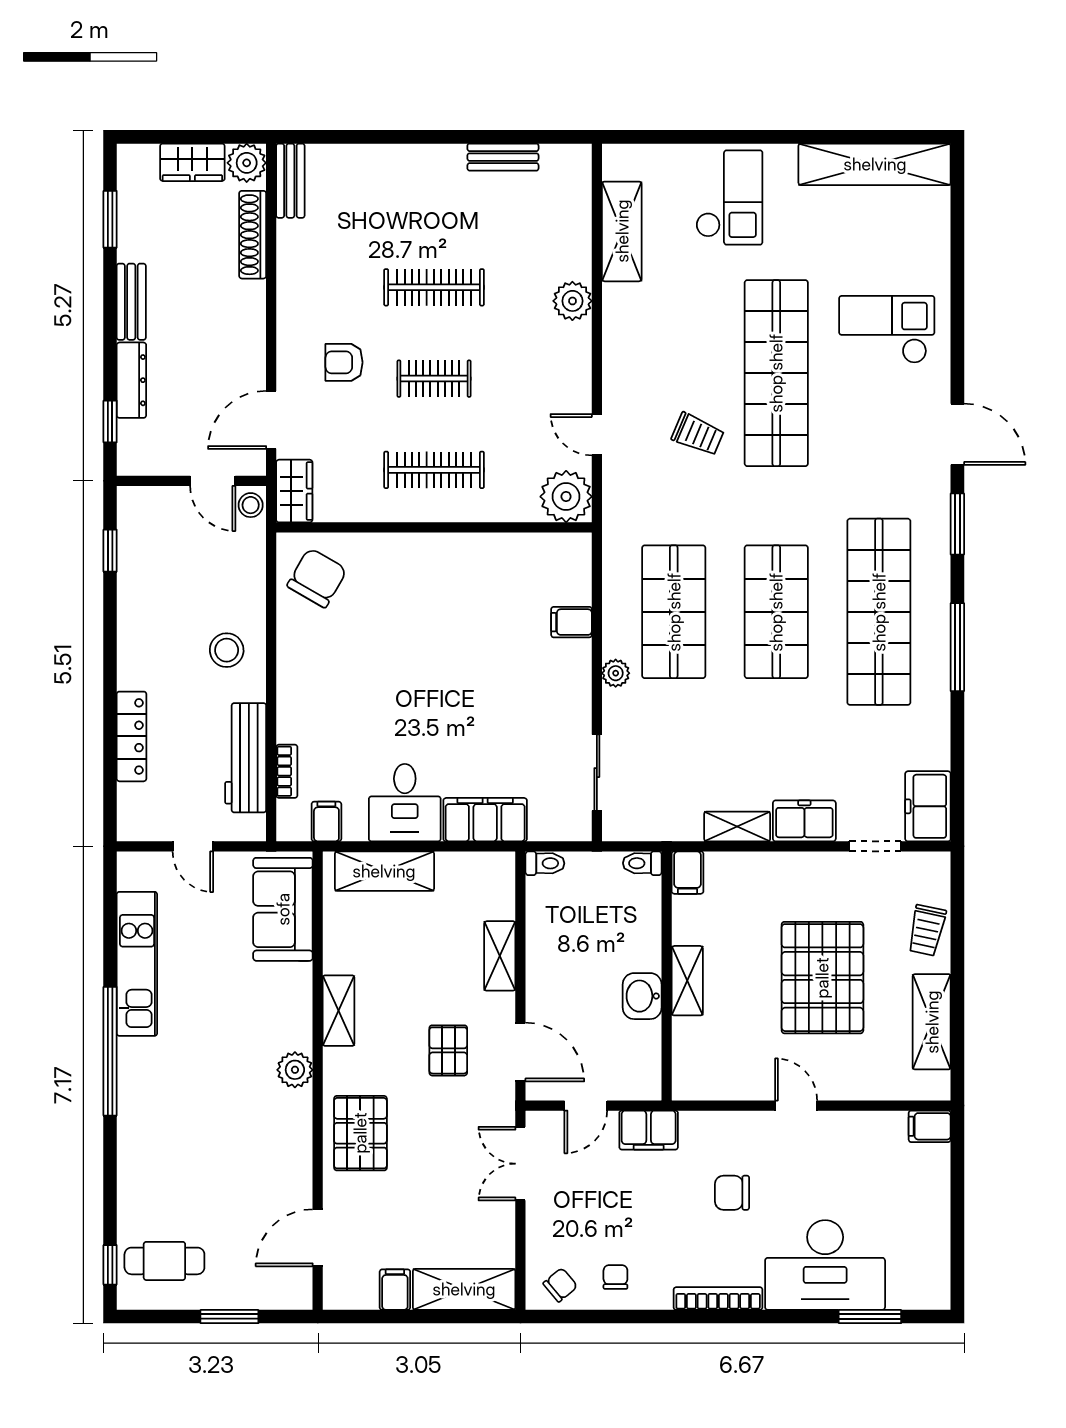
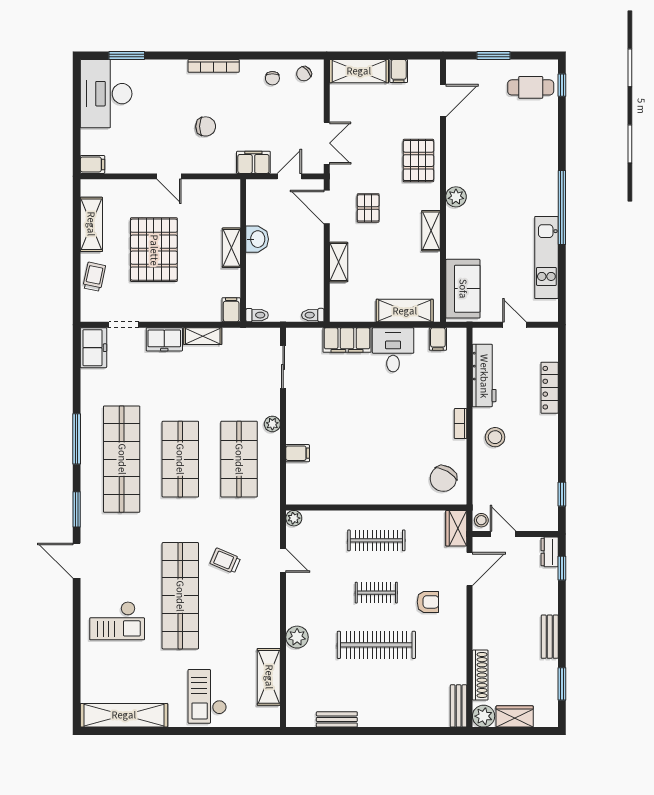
clothes rail: (434, 287) -> (376, 645), width x1.37, depth x1.31
dresser: (131, 380) -> (550, 552), moved, width x0.70
plant: (566, 497) -> (294, 518), width x0.53, depth x0.53
bookcase: (287, 771) -> (461, 423), moved
desk: (825, 1265) -> (106, 94), moved, turned -90

